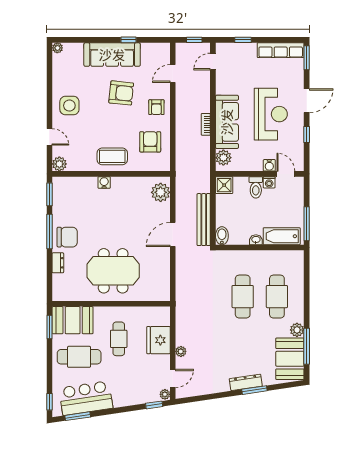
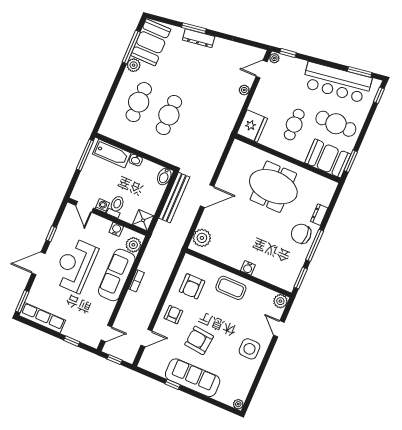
water cooler: (269, 165) -> (116, 229), moved
fridge: (158, 340) -> (252, 126), moved
bar counter: (86, 398) -> (337, 82), width x1.36

